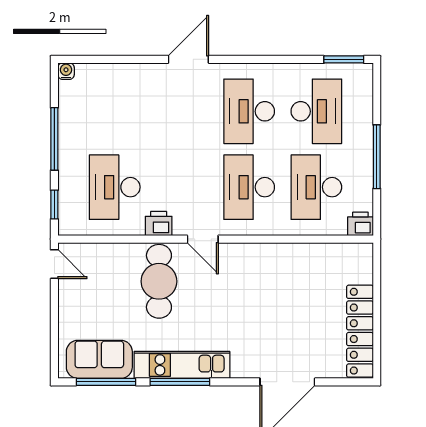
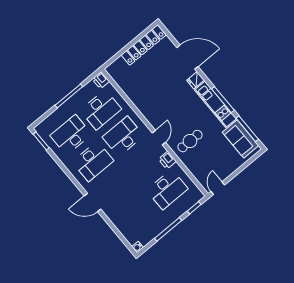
desk: (249, 187) -> (123, 136), turned 180
cafe table: (159, 281) -> (190, 141), width x0.73, depth x0.74
fridge: (243, 365) -> (196, 80), added

